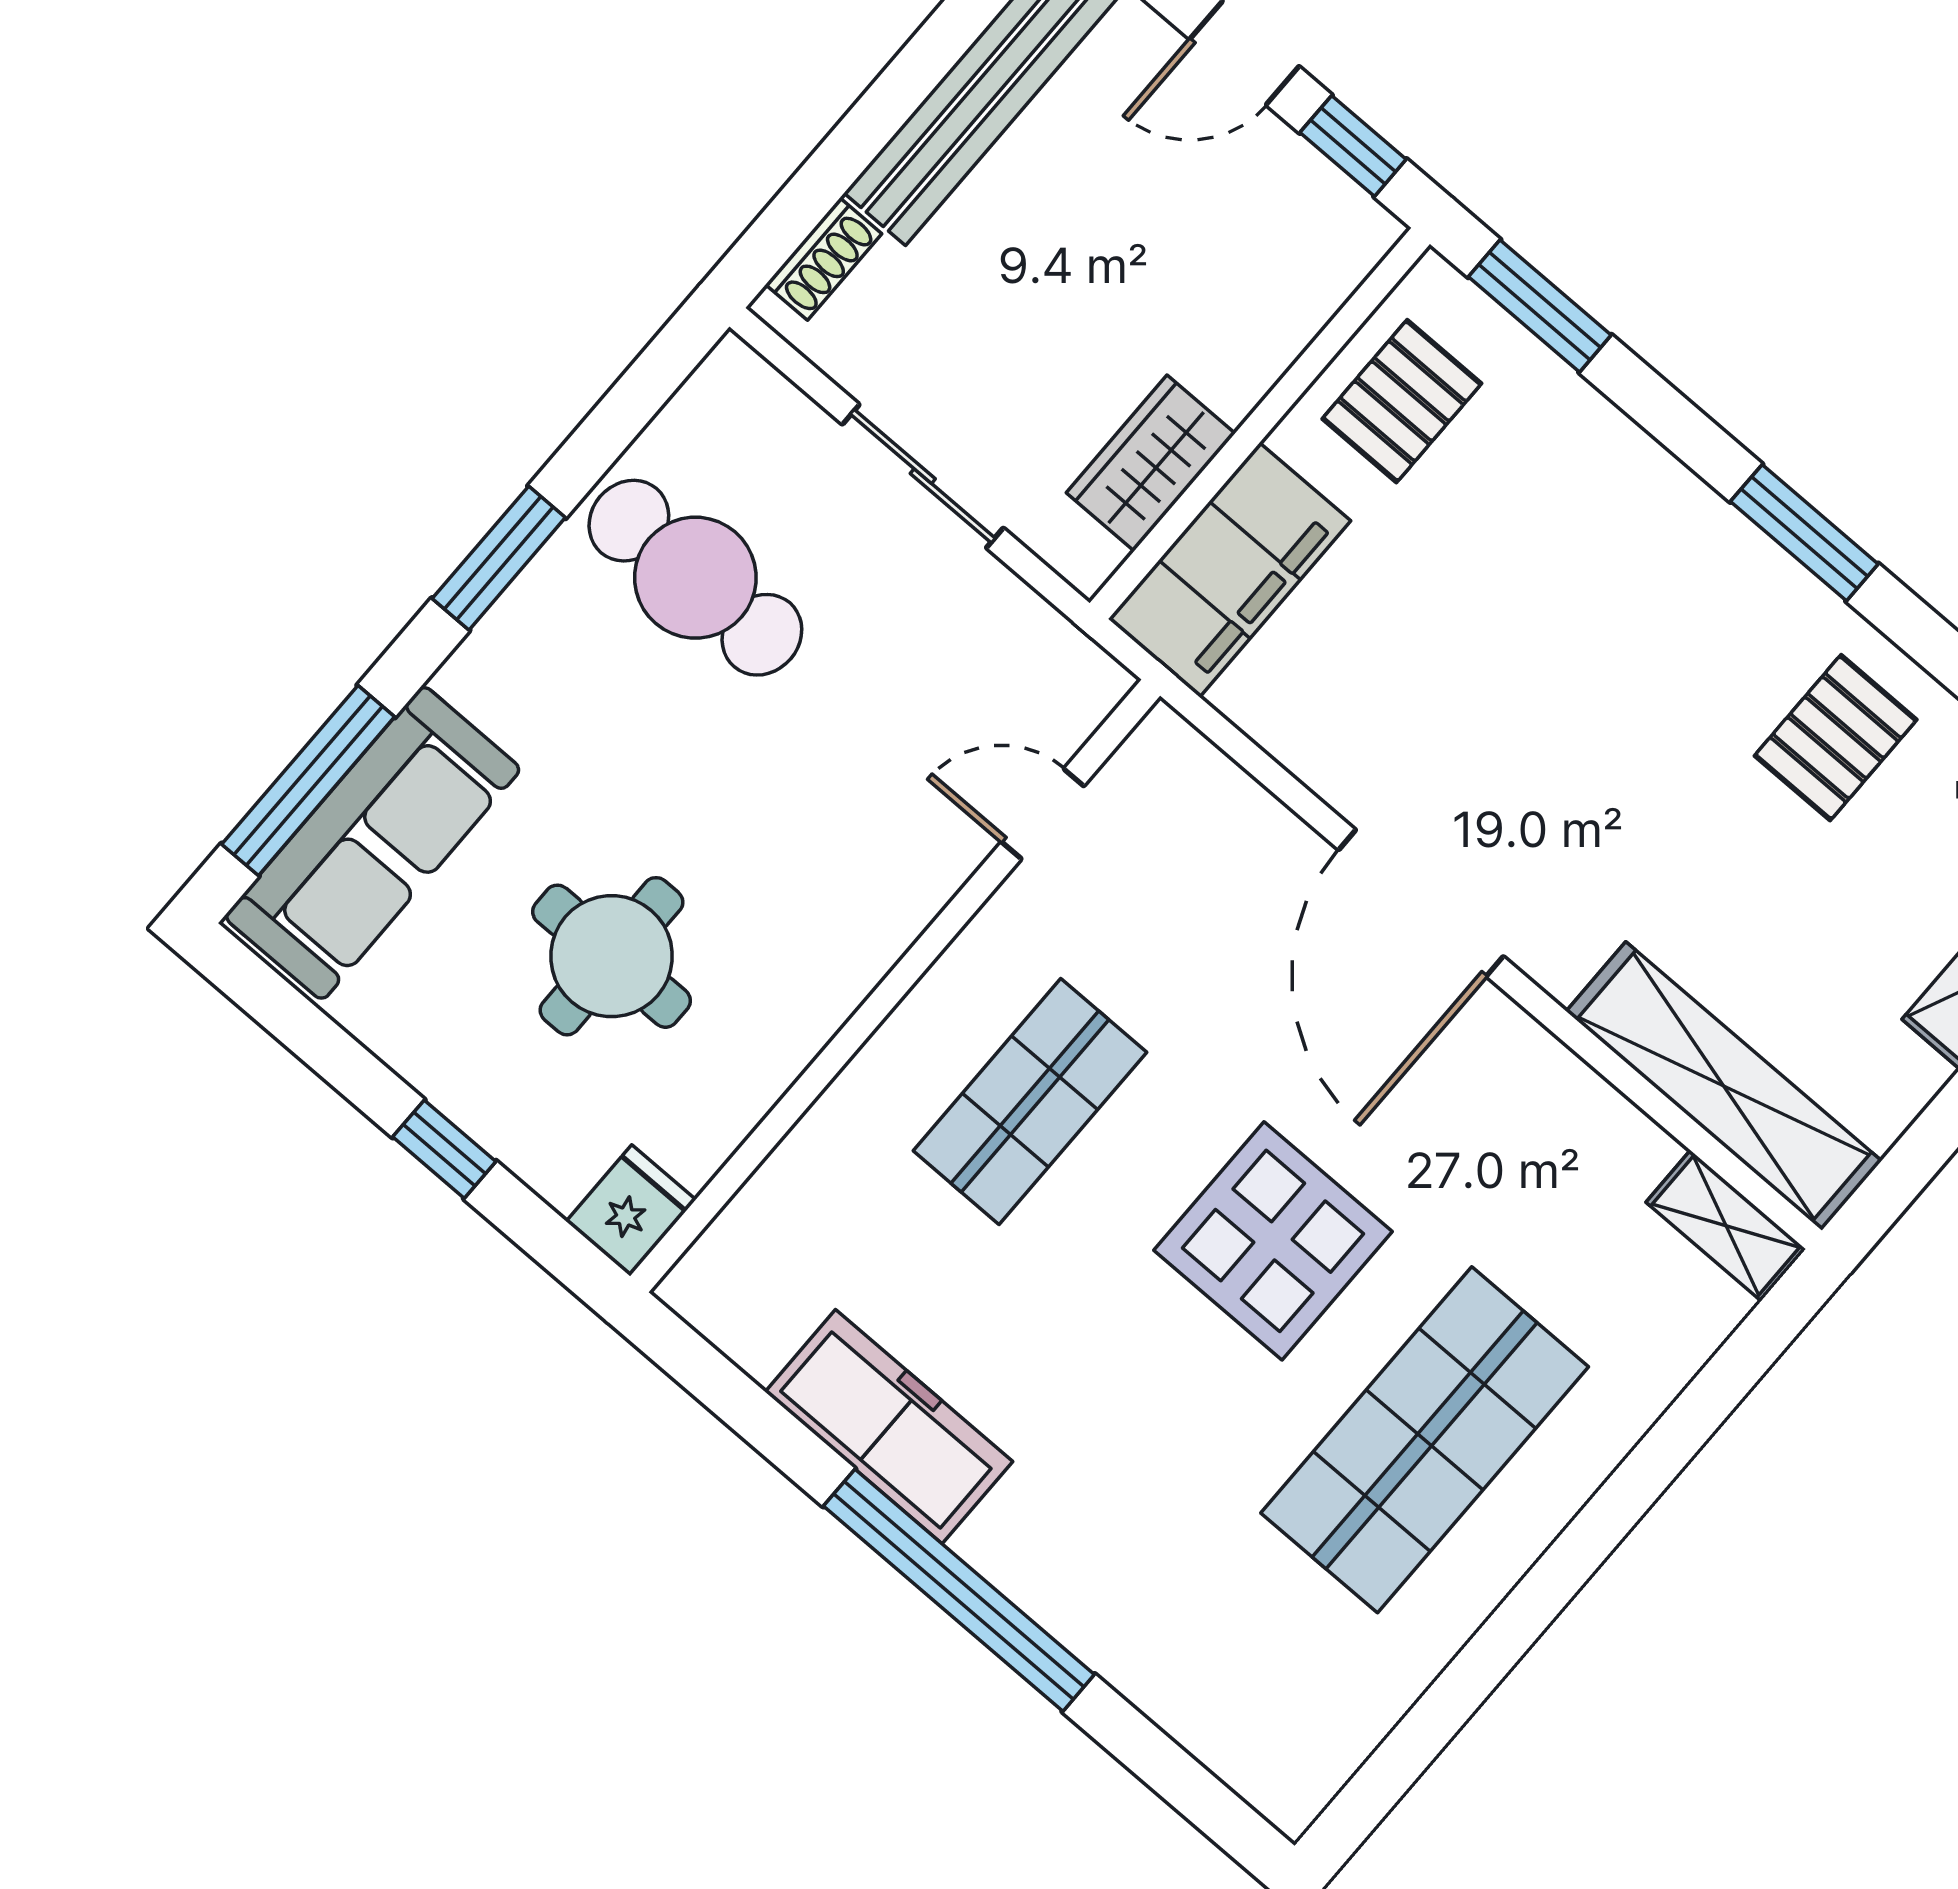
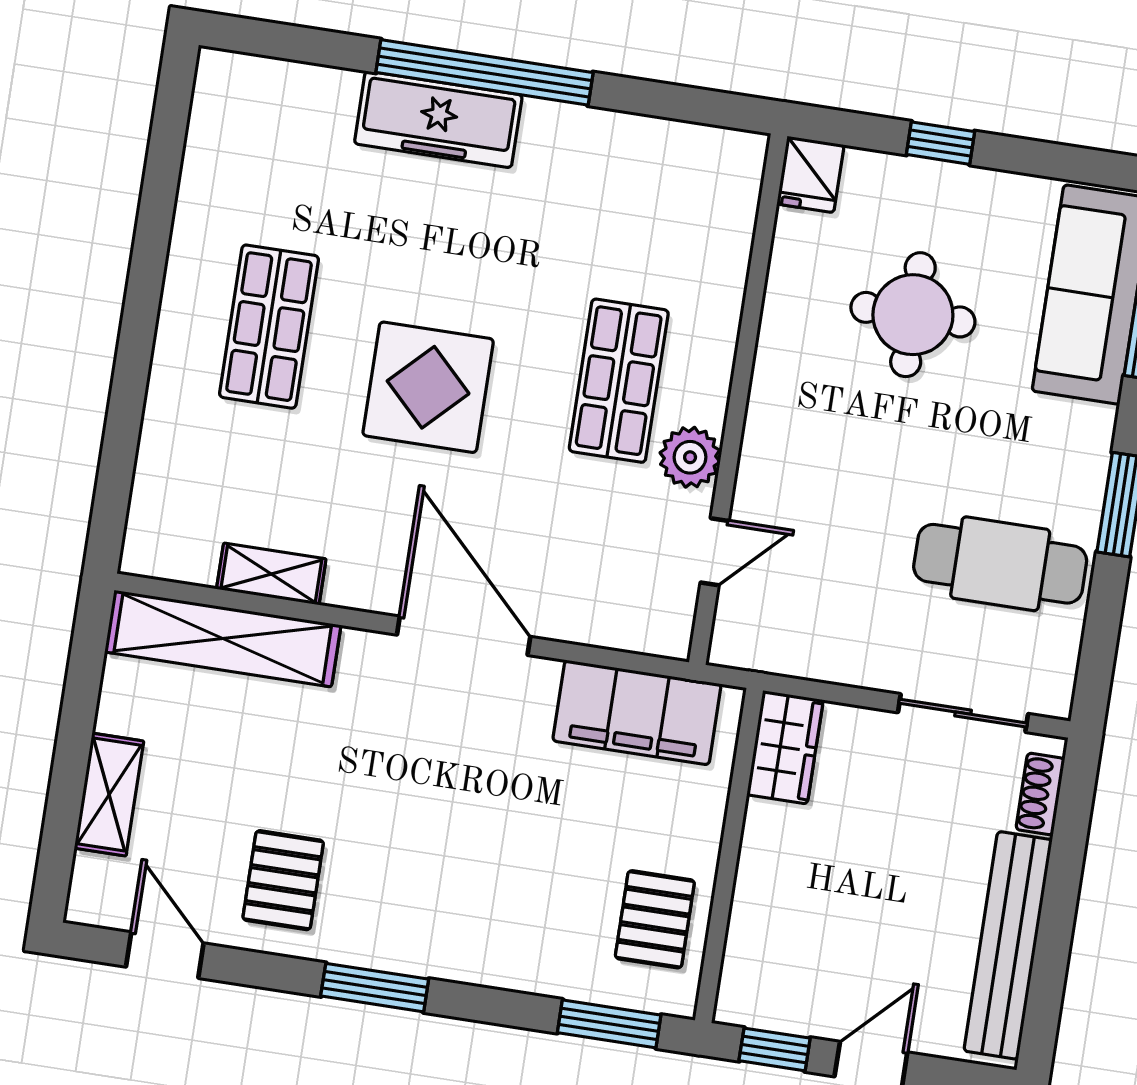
wardrobe: (1151, 463) -> (785, 747), moved
sliding door: (923, 476) -> (963, 713), moved
filing cabinet: (1230, 570) -> (637, 712), moved, turned -90
plant: (1000, 951) -> (690, 457), added
shelving: (1726, 1226) -> (271, 574), moved
freezer: (889, 1427) -> (438, 119), moved
shop shelf: (1425, 1440) -> (269, 327), width x0.70, depth x0.74

